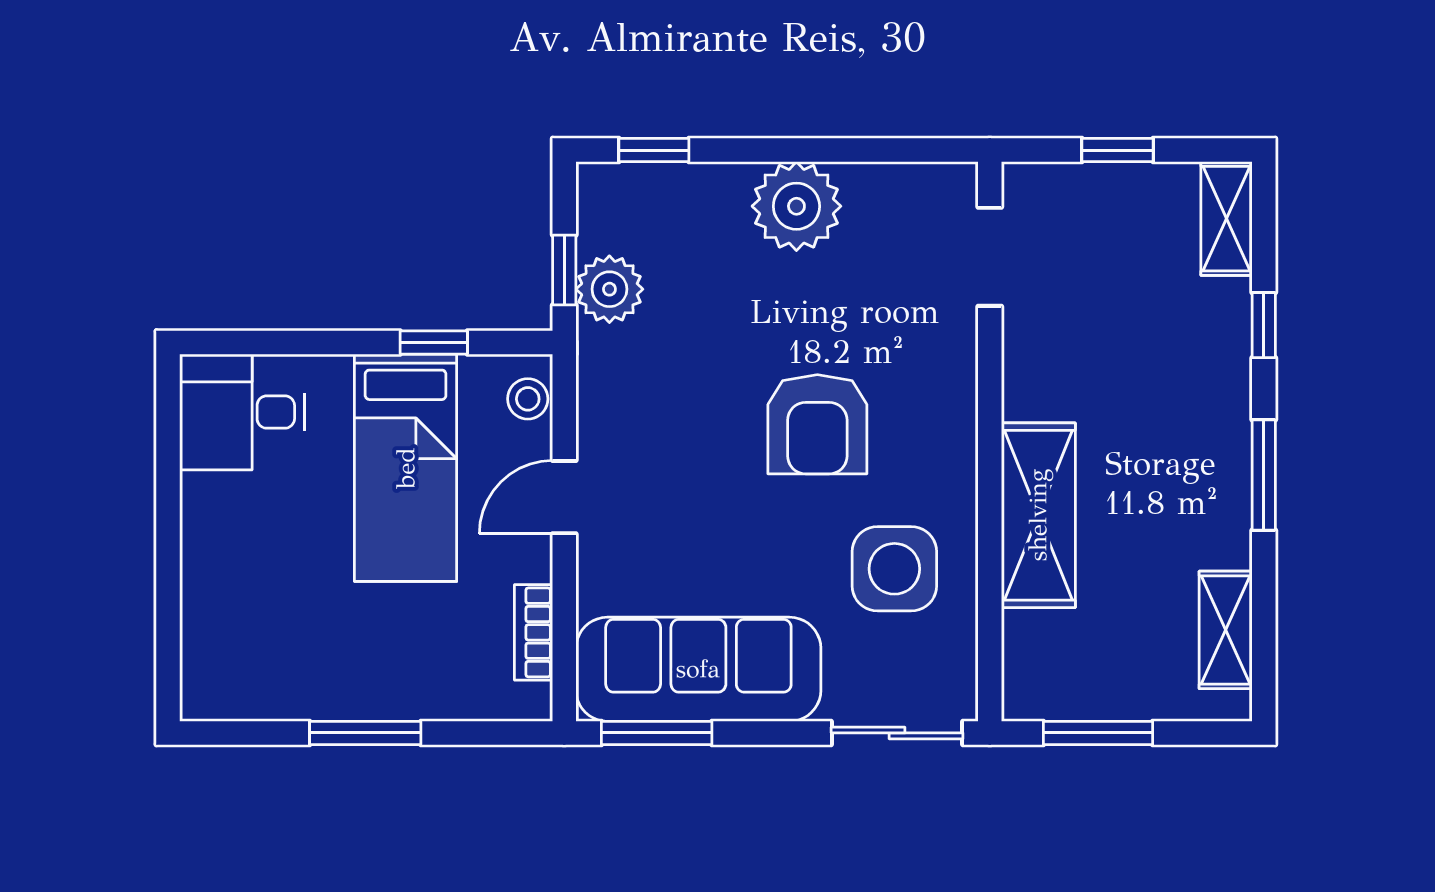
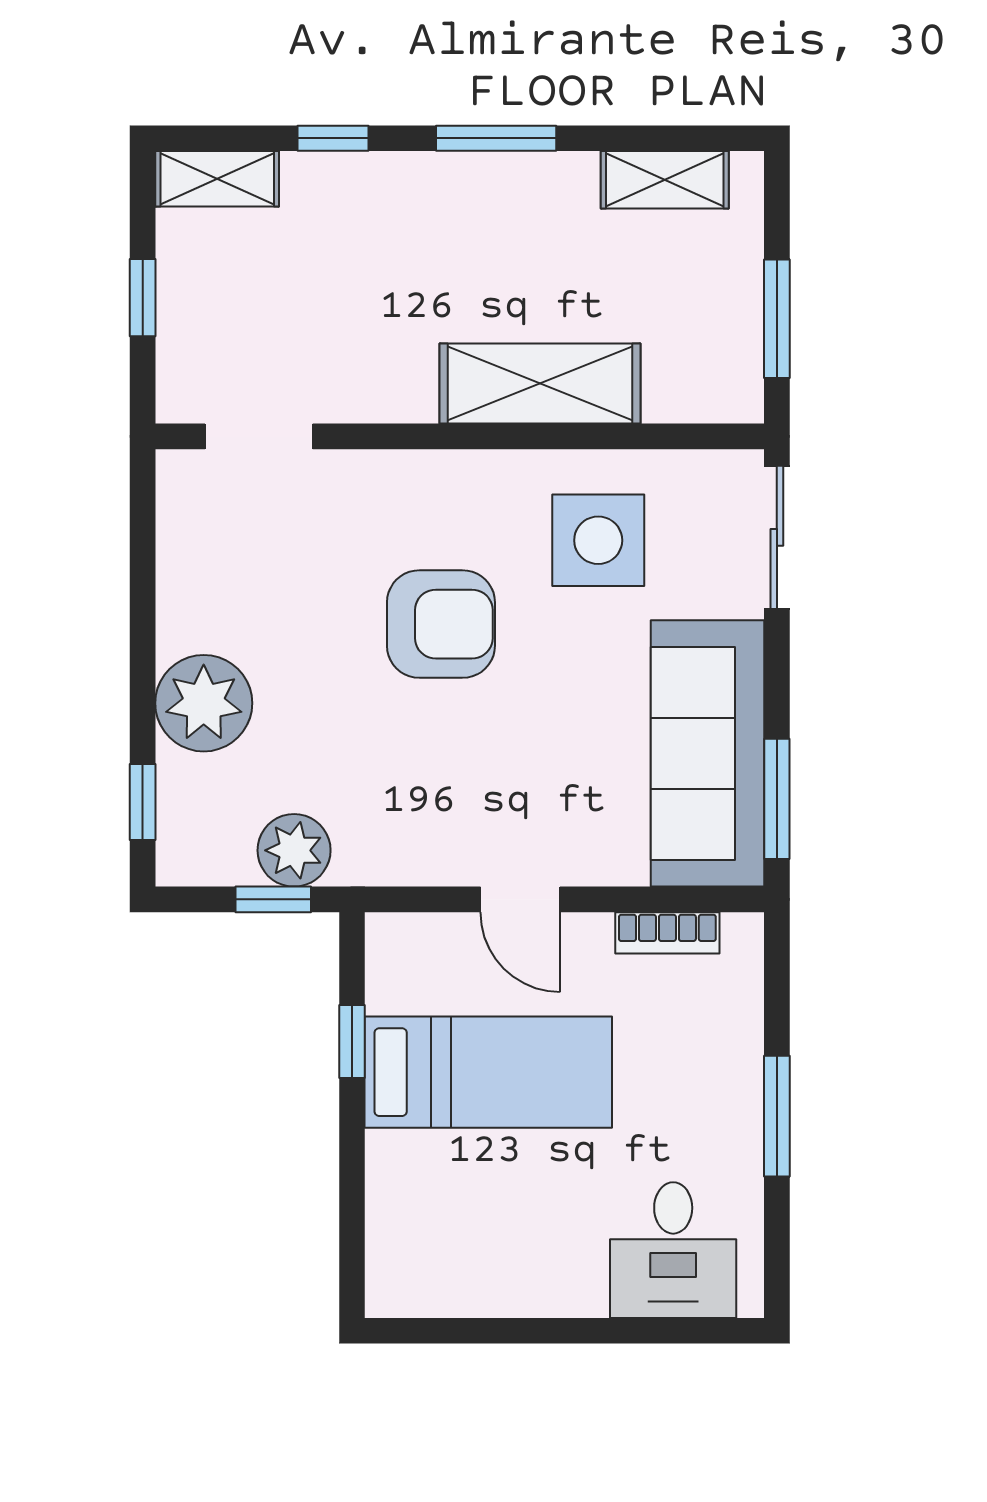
plant: (796, 206) -> (204, 703), moved
stool: (528, 399) -> (413, 939), removed
desk: (242, 412) -> (673, 1250), moved

